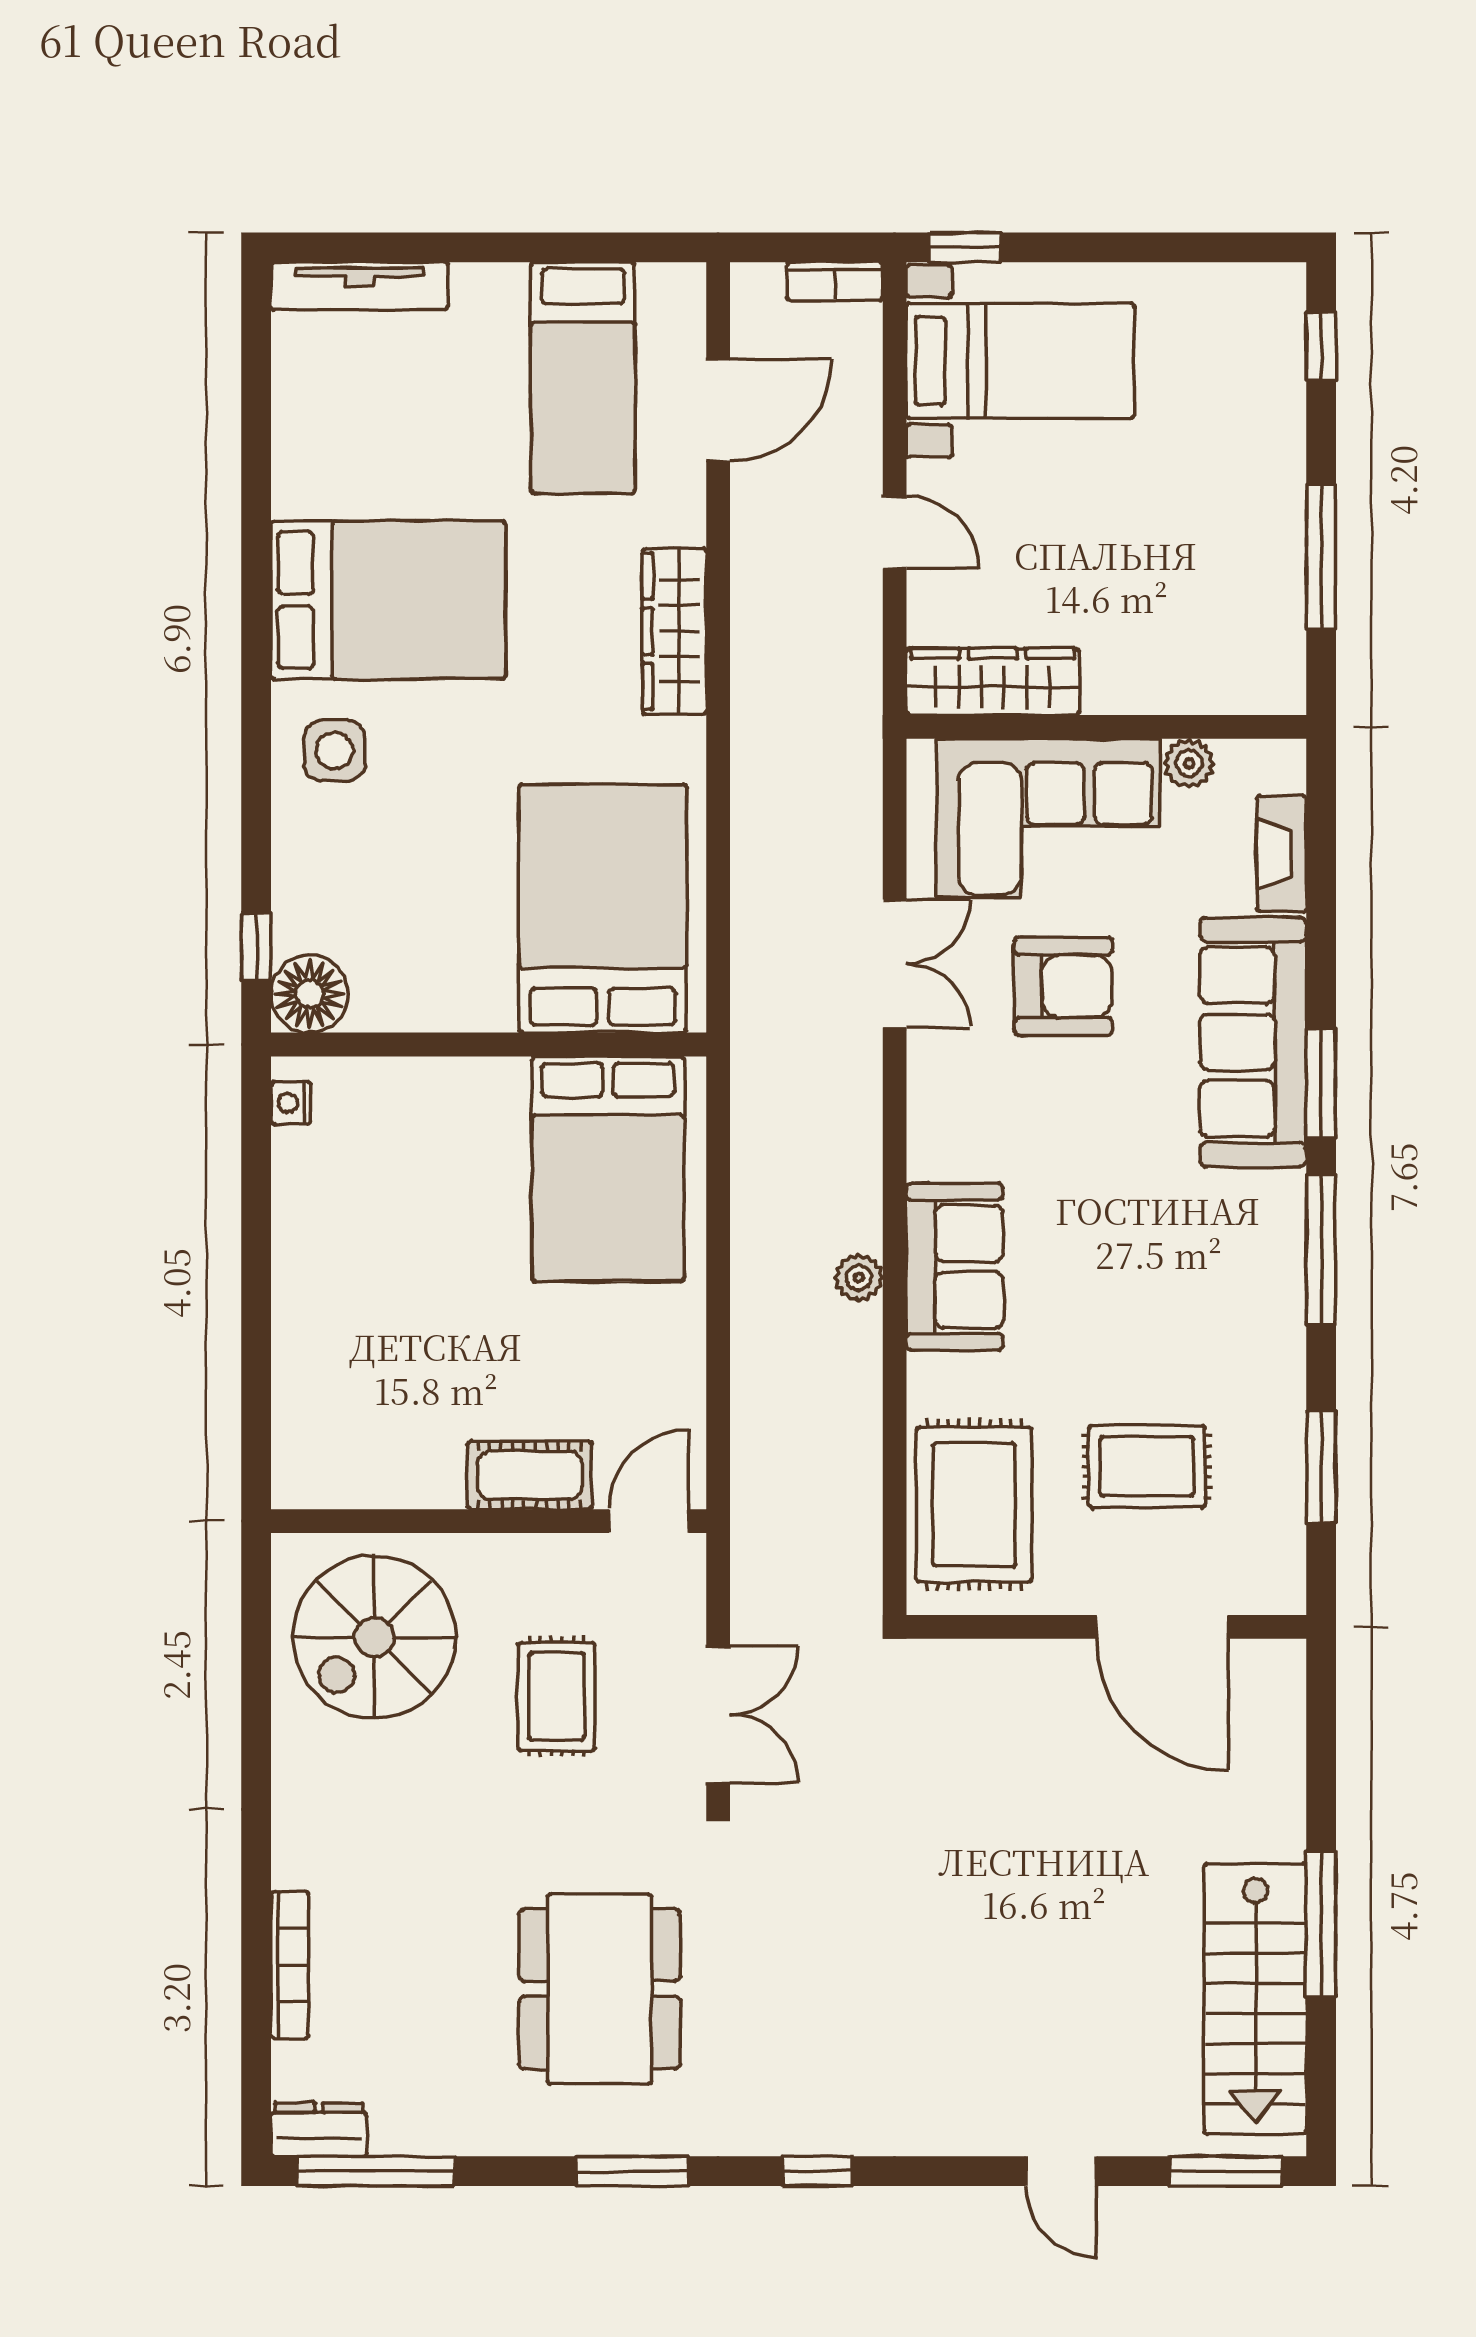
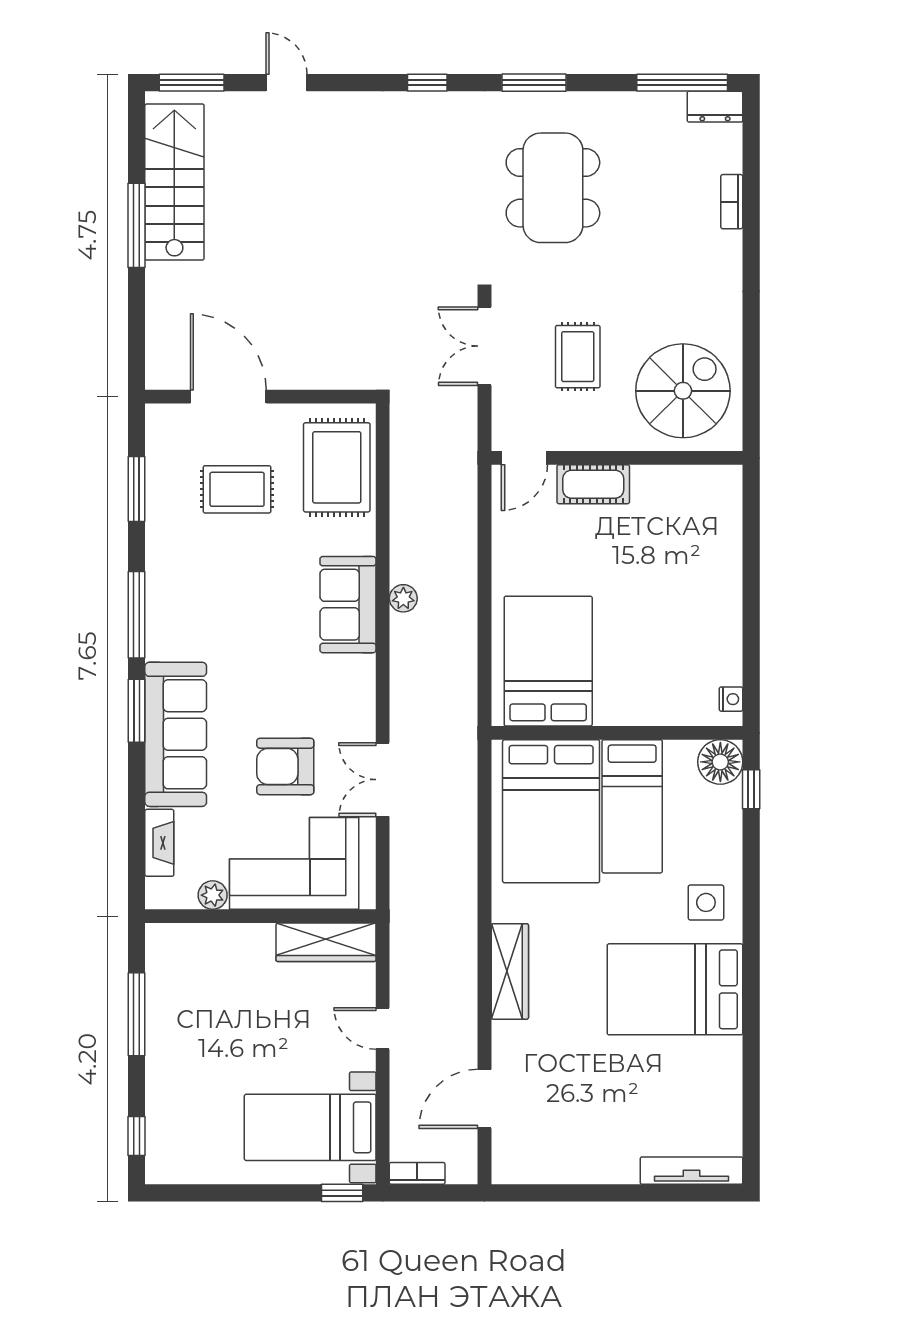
bed: (583, 378) -> (632, 806), moved, turned 180
bookcase: (290, 1965) -> (732, 202), width x0.64

